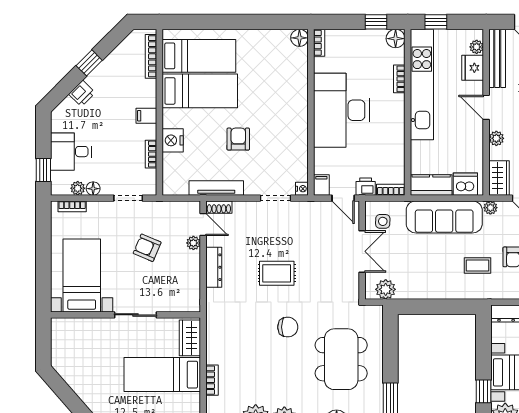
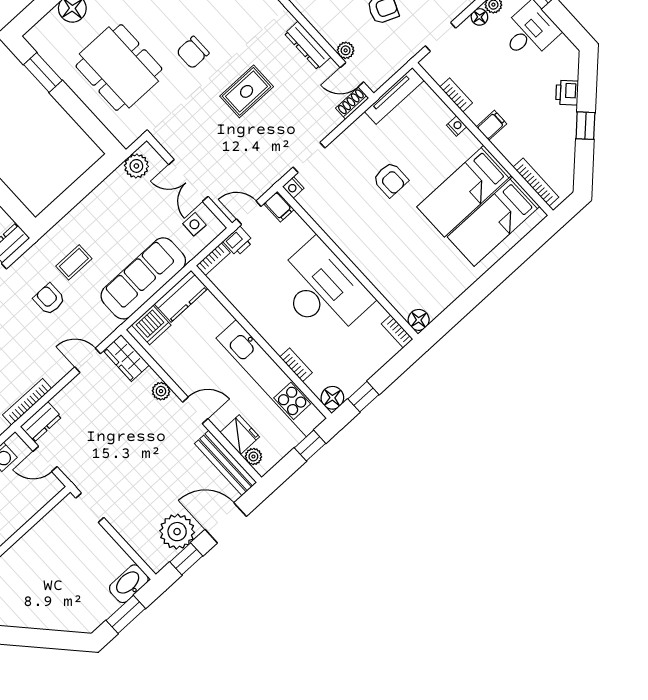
nightstand: (173, 140) -> (457, 126), width x0.53, depth x0.56
tv unit: (216, 188) -> (394, 96), moved
plant: (490, 208) -> (110, 324), removed

